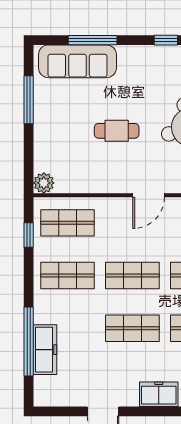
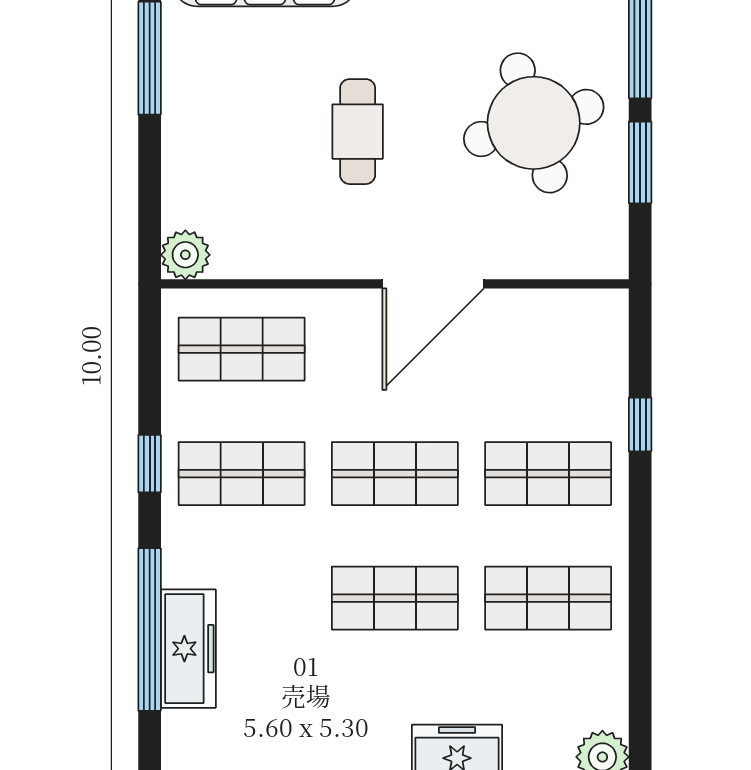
cafe table: (117, 131) -> (358, 132), turned 90
door: (149, 195) -> (433, 284), width x1.36
window: (29, 235) -> (150, 464), moved

